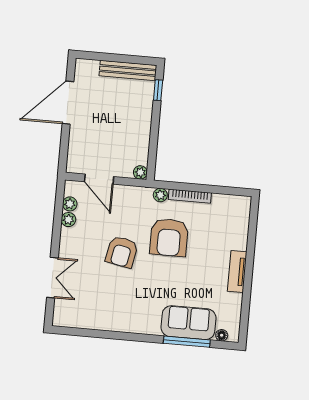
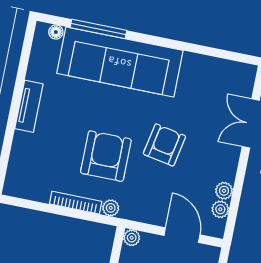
sofa: (188, 323) -> (120, 62), width x1.85, depth x1.27

